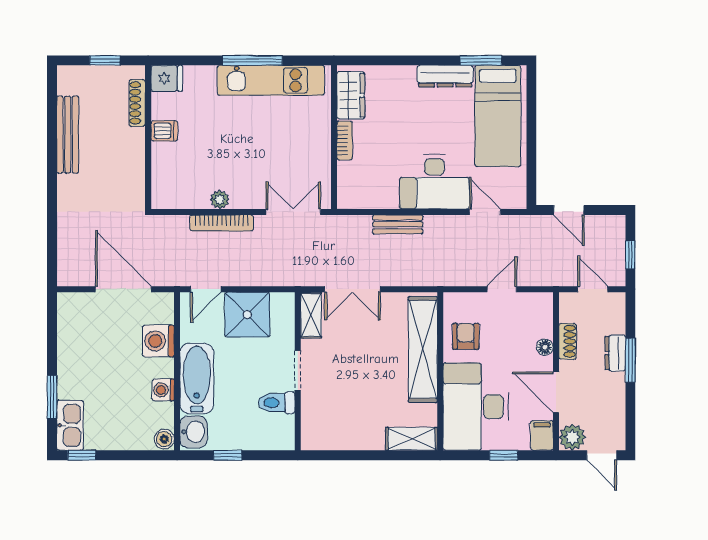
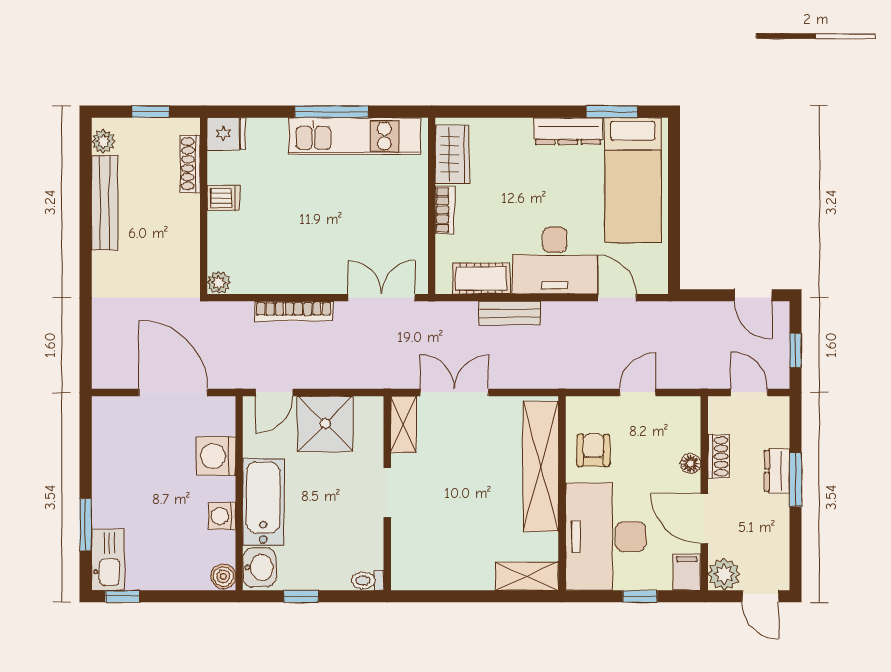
plant: (66, 85) -> (103, 141), added
cot: (374, 196) -> (481, 279), added
plant: (220, 200) -> (219, 282), moved
door: (569, 210) -> (753, 295), moved
double door: (352, 289) -> (454, 392), swing flipped
toilet: (277, 403) -> (367, 580), moved, width x0.73, depth x0.72

